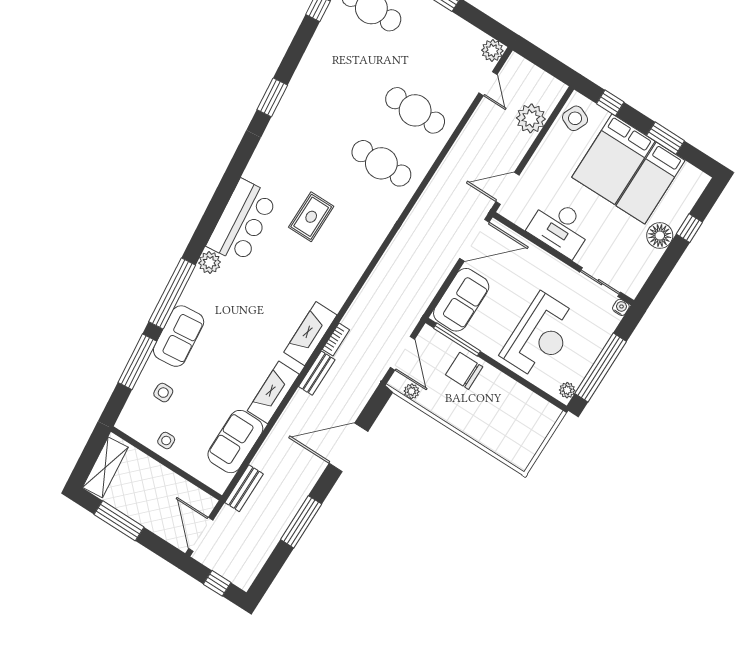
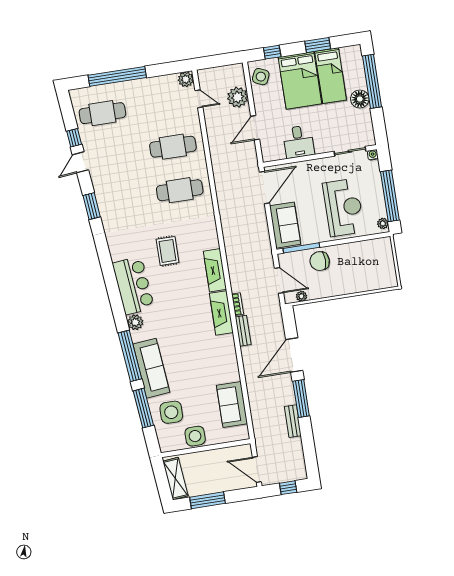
door: (302, 40) -> (80, 162), added
door: (507, 188) -> (255, 128), moved
desk: (560, 227) -> (298, 142), width x0.73
window: (689, 228) -> (372, 81), width x3.17
sofa: (179, 336) -> (151, 368), width x1.36
fireplace: (273, 392) -> (215, 270), moved
side table: (163, 393) -> (171, 412), width x1.87, depth x1.87
side table: (166, 440) -> (195, 436), width x1.87, depth x1.87
bench: (244, 488) -> (293, 421), moved
window: (301, 522) -> (301, 399), moved

